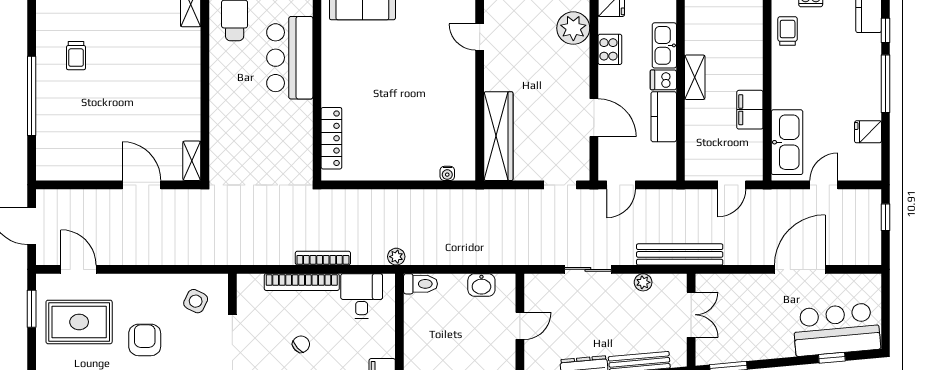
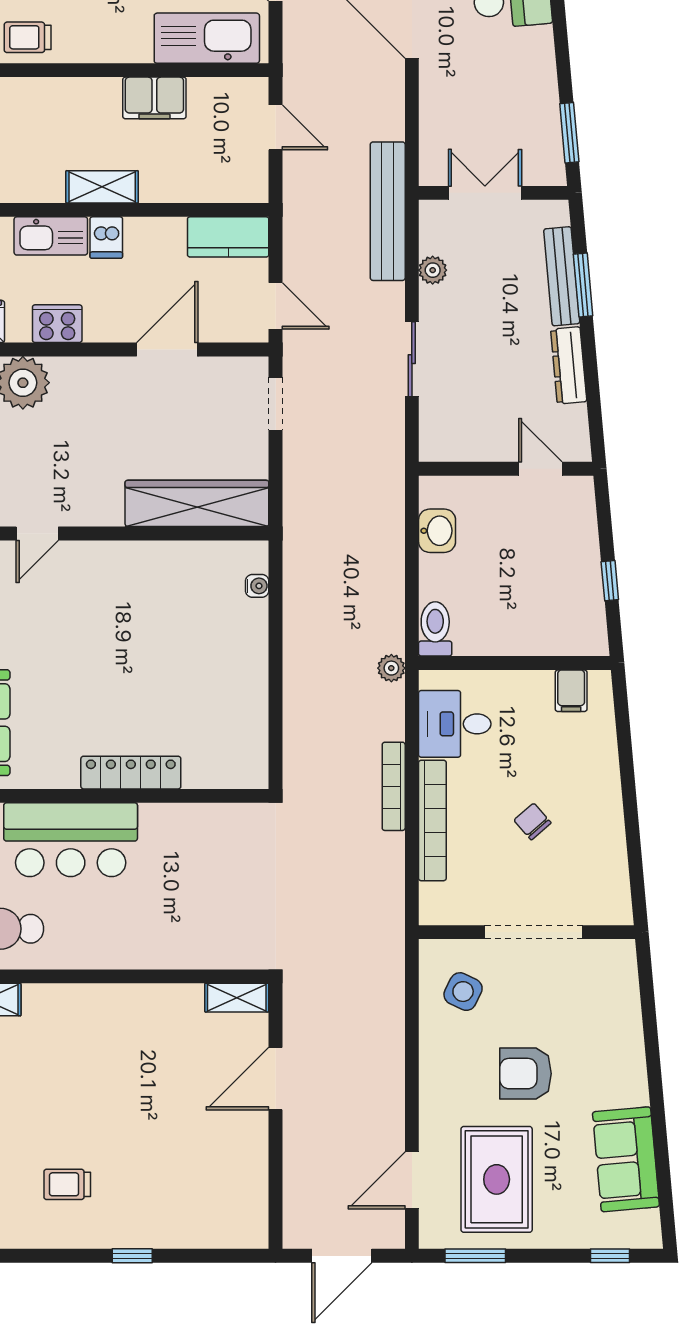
trolley: (76, 56) -> (67, 1184), turned 180
window: (32, 96) -> (132, 1256), width x0.32
kitchen counter: (664, 117) -> (228, 237), moved
locker: (331, 138) -> (131, 773), moved
door: (520, 326) -> (540, 469), moved

